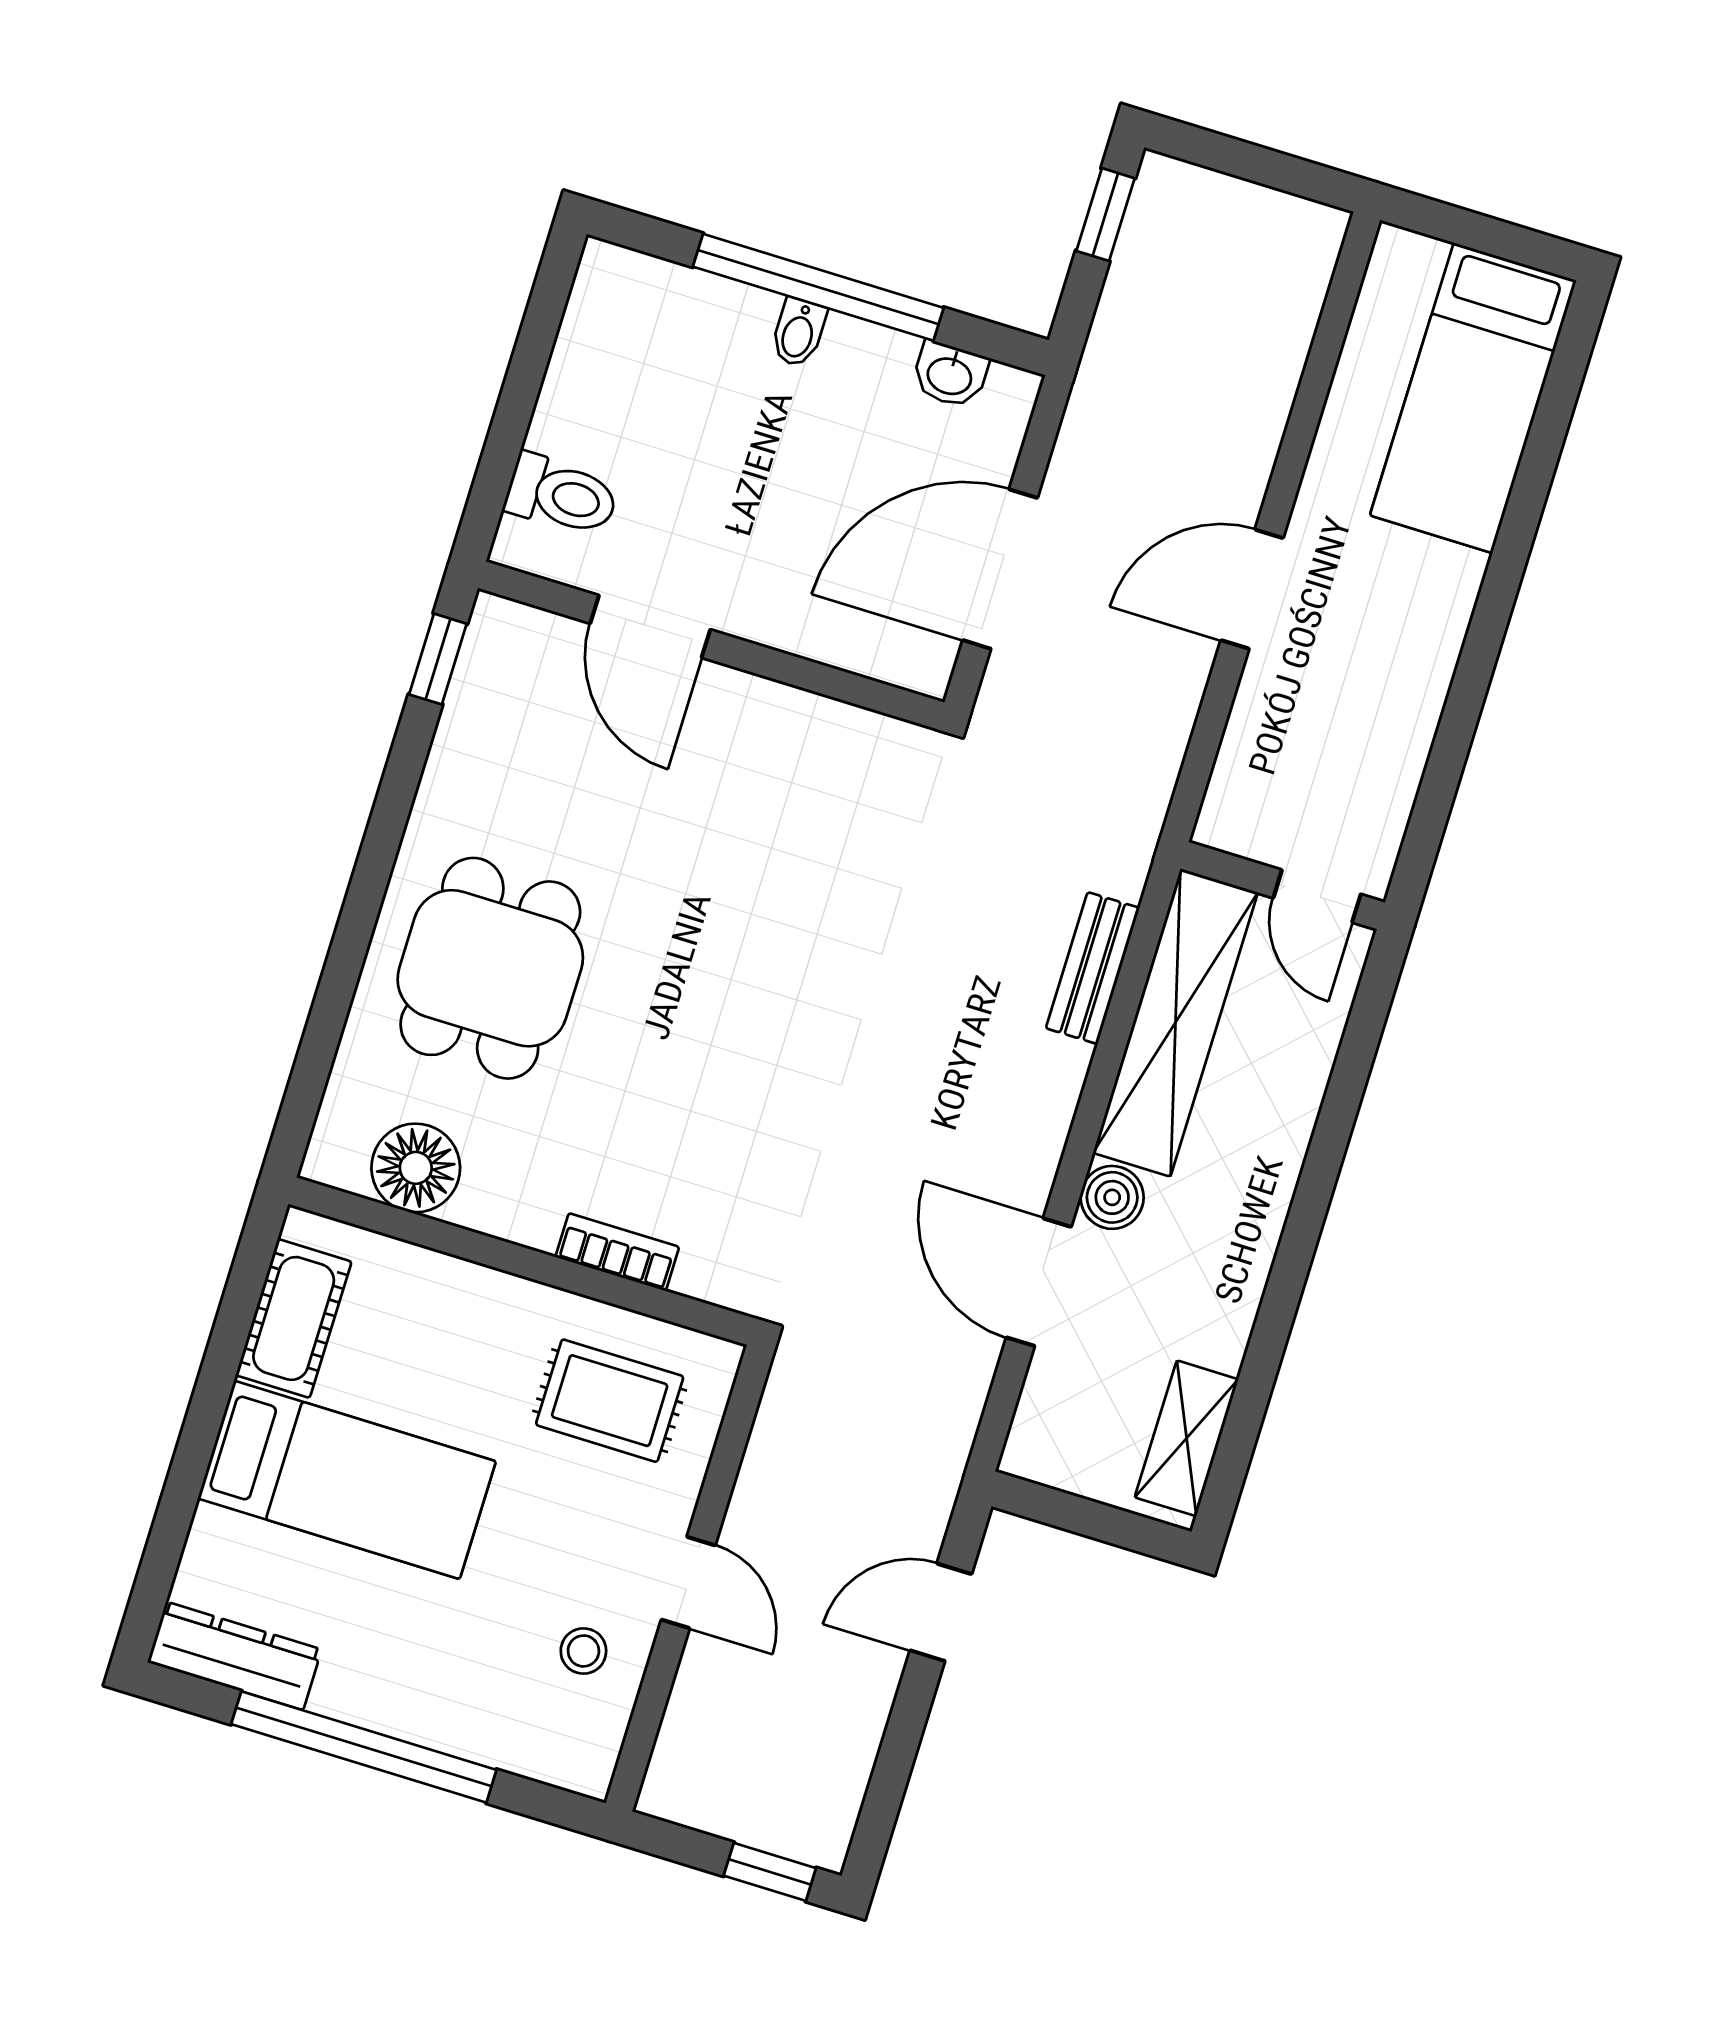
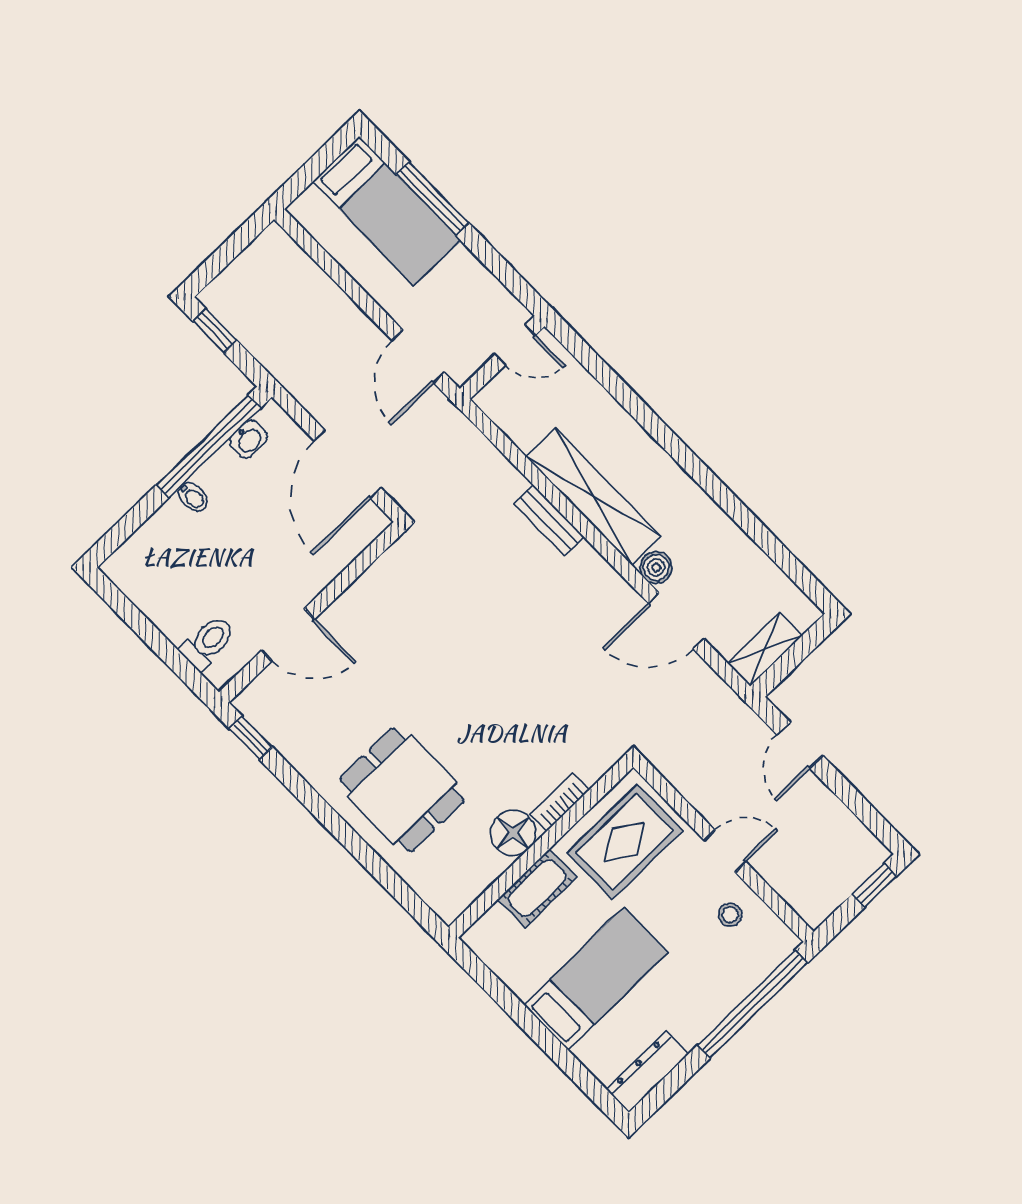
window: (818, 287) -> (208, 446), moved
window: (1538, 465) -> (432, 199), added
wall: (1283, 886) -> (502, 358), moved
door: (1317, 896) -> (515, 345), moved
floor lamp: (416, 1168) -> (513, 833), moved
cot: (294, 1318) -> (537, 888), moved, turned 90
rug: (610, 1401) -> (625, 842), width x1.36, depth x1.43
shelving: (1187, 1438) -> (765, 649), moved, turned 90
window: (364, 1747) -> (752, 1004), moved

